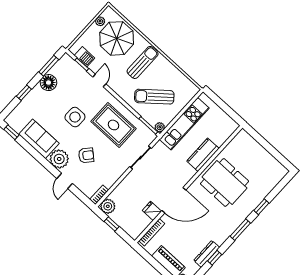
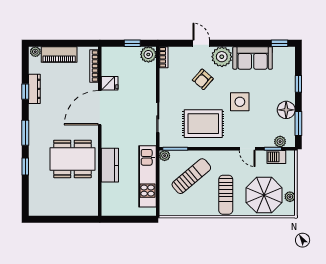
plant: (72, 65) -> (280, 142), added

